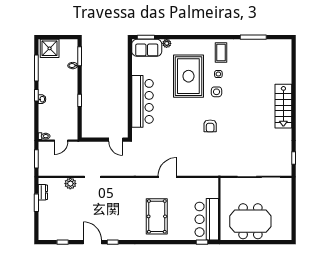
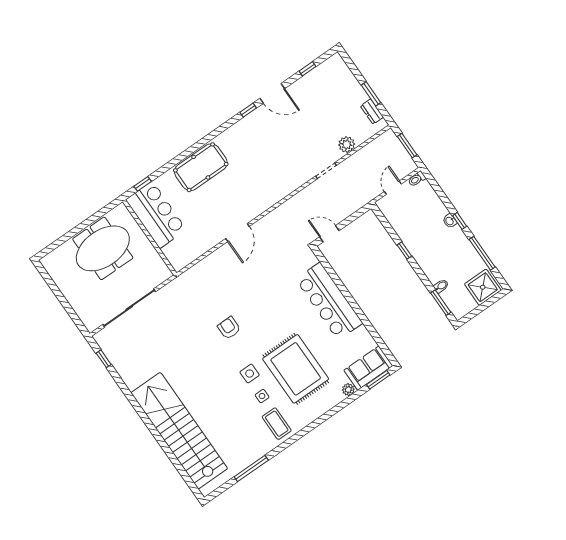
stairs: (283, 106) -> (179, 431), width x1.86, depth x1.51
pool table: (157, 216) -> (201, 167), moved, turned 90

